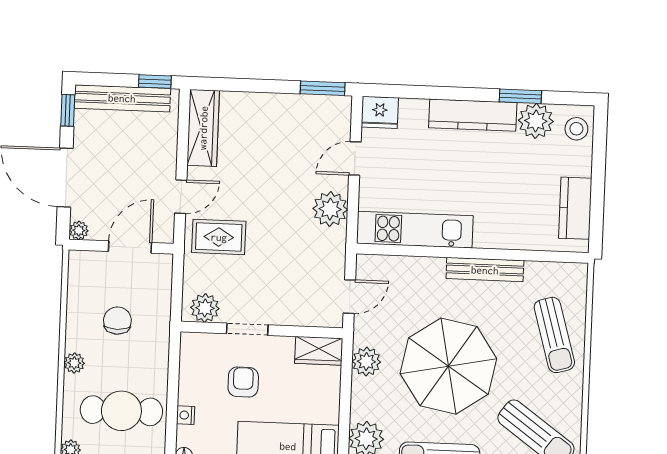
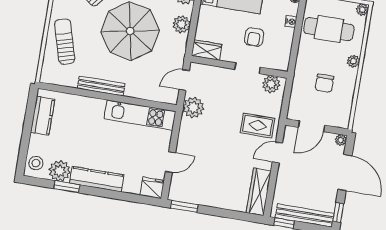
plant: (330, 209) -> (193, 107), moved
plant: (366, 362) -> (182, 24), moved

